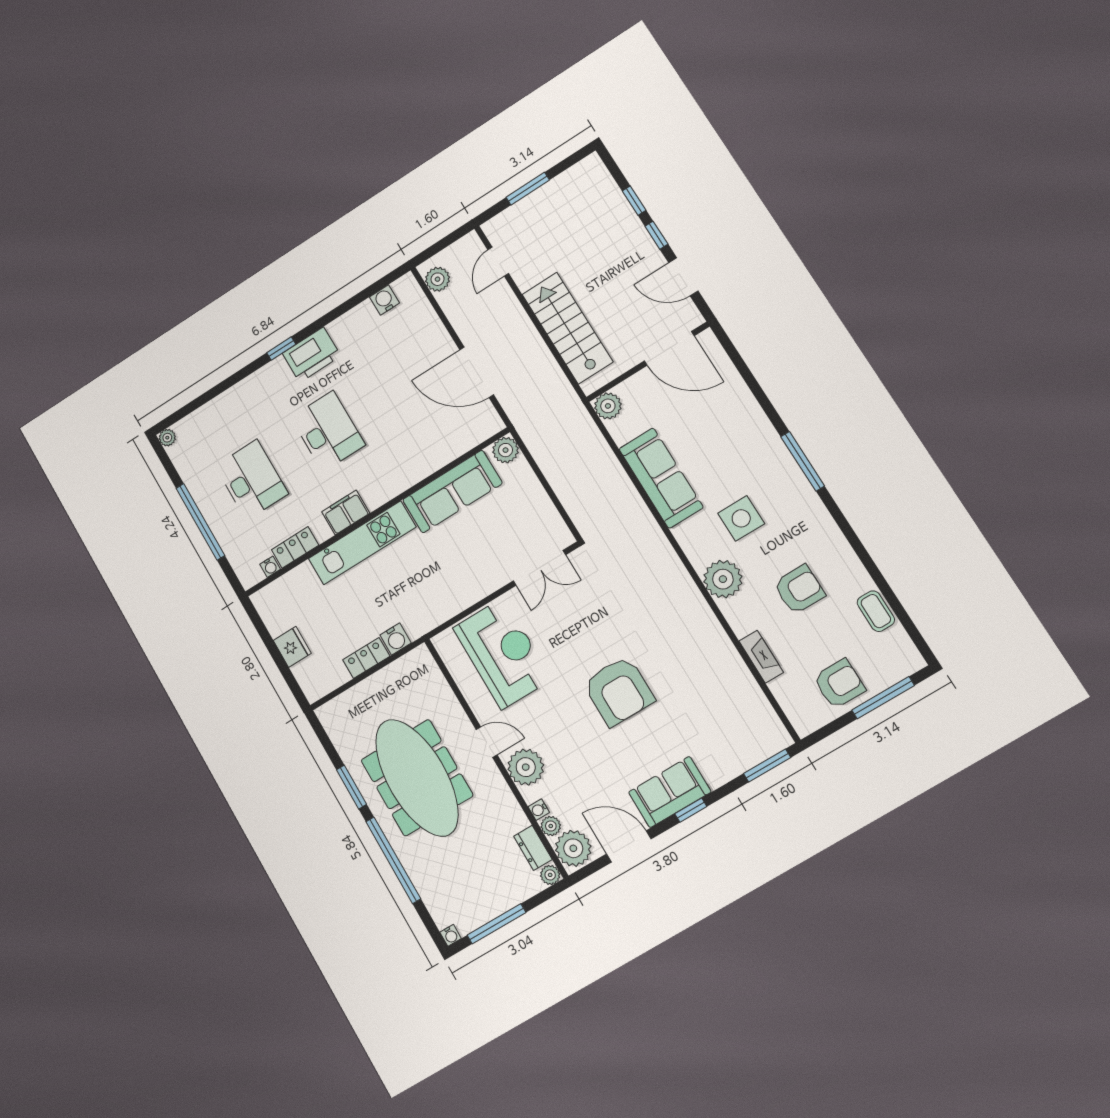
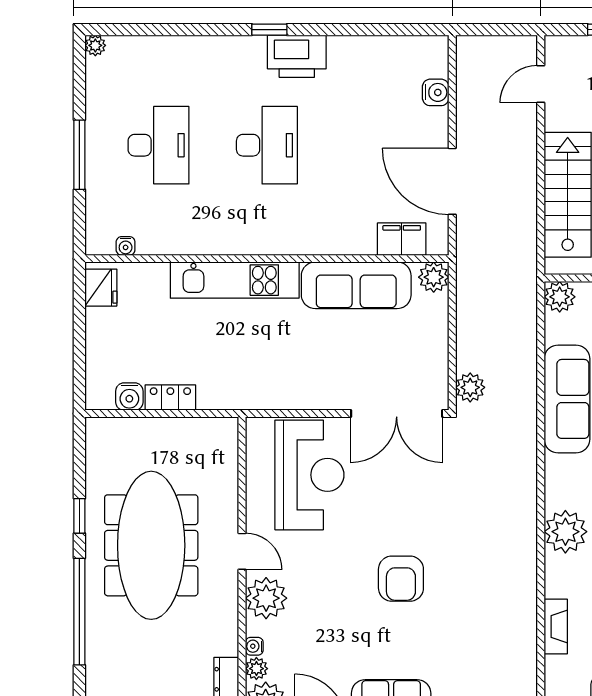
plant: (438, 279) -> (470, 387), moved
water cooler: (384, 300) -> (436, 92), moved, turned 90
filing cabinet: (346, 512) -> (402, 239), moved
window: (200, 522) -> (79, 155), width x0.68
locker: (295, 547) -> (163, 242), removed
double door: (539, 568) -> (397, 414), width x1.37
water cooler: (396, 639) -> (129, 397), moved
fridge: (292, 647) -> (101, 288), moved
armchair: (619, 691) -> (401, 579), width x0.73, depth x0.73
window: (352, 787) -> (79, 516), width x0.67

